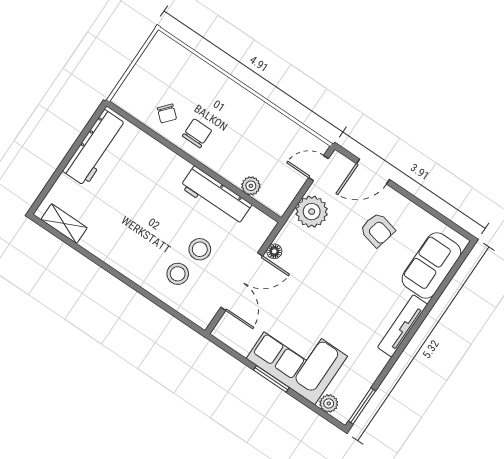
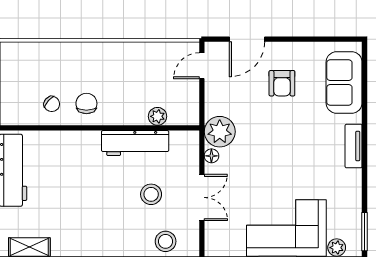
plant: (312, 212) -> (220, 132), moved
armchair: (377, 230) -> (282, 83), turned 77
stool: (178, 274) -> (166, 241), moved
double door: (242, 282) -> (202, 197), width x0.73
tv unit: (403, 326) -> (354, 146), width x0.71

